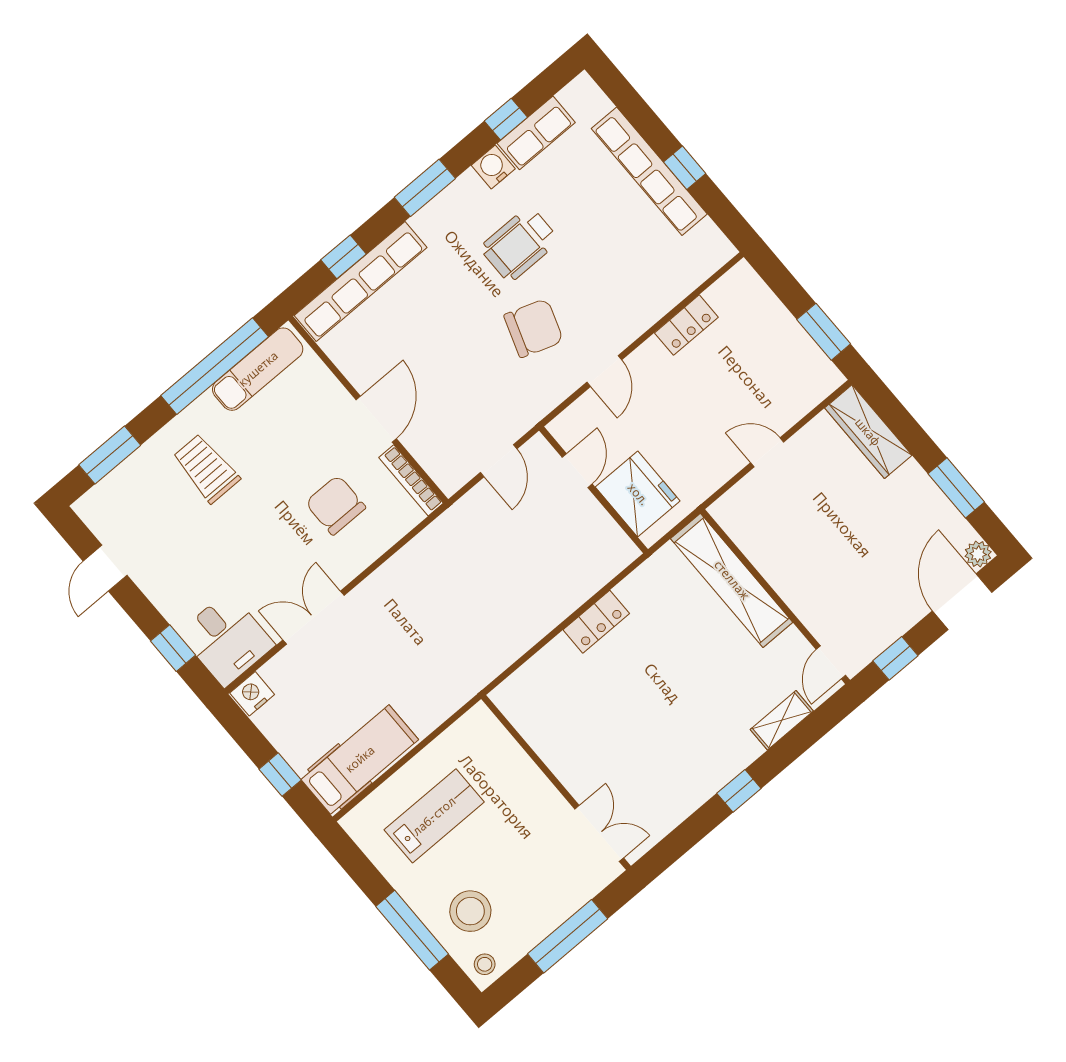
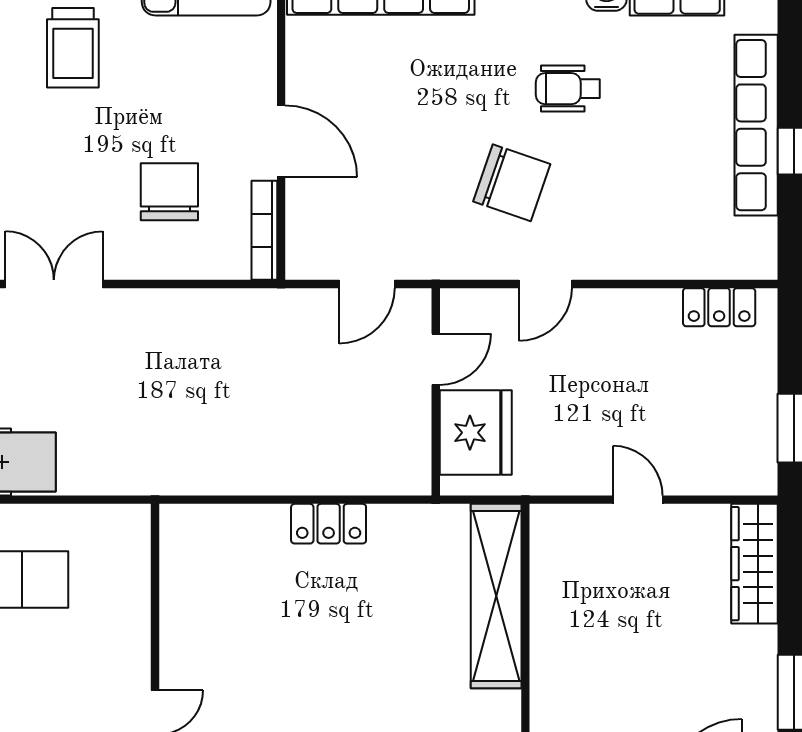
wheelchair: (520, 244) -> (568, 89), width x0.73, depth x0.73
locker: (686, 325) -> (719, 307), moved
door: (376, 419) -> (281, 141), hinge flipped
trolley: (206, 468) -> (73, 48), turned 180

